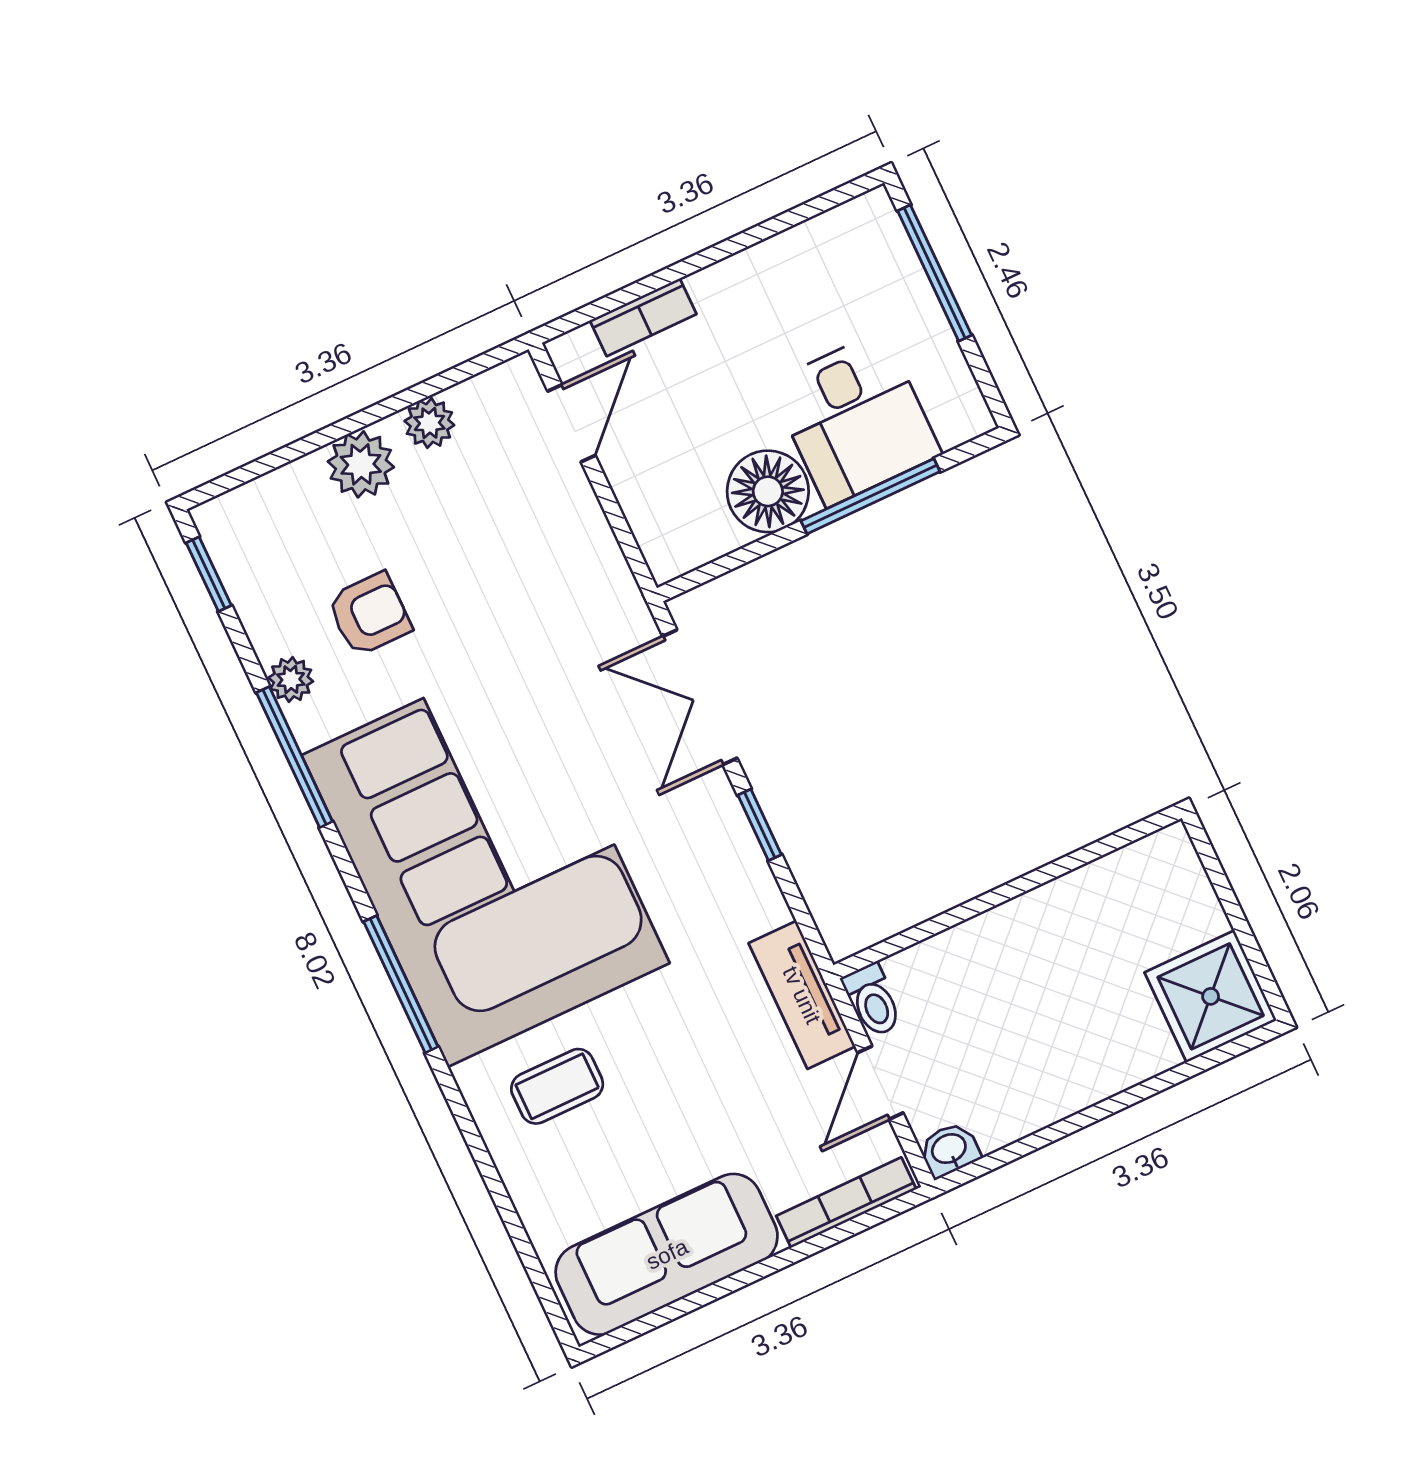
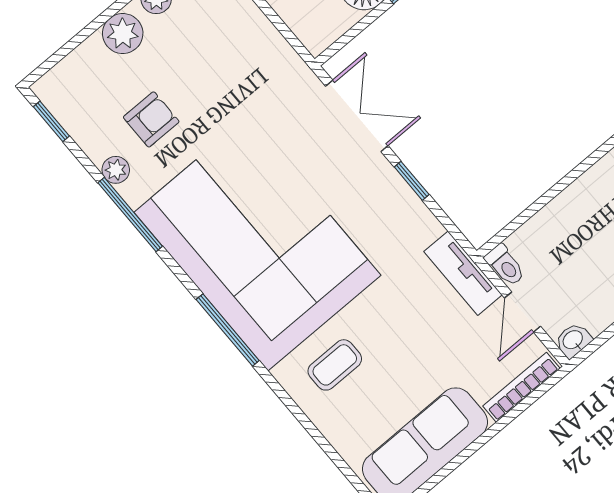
double door: (700, 697) -> (357, 116), swing flipped

